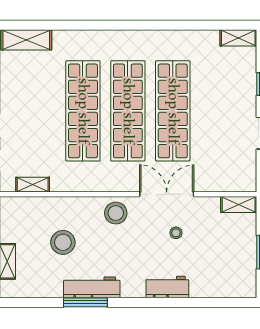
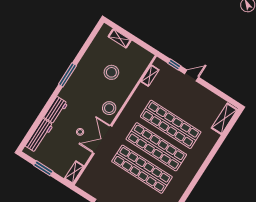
double door: (167, 194) -> (102, 140), swing flipped
workbench: (92, 287) -> (39, 135), moved
window: (85, 302) -> (67, 75), moved

